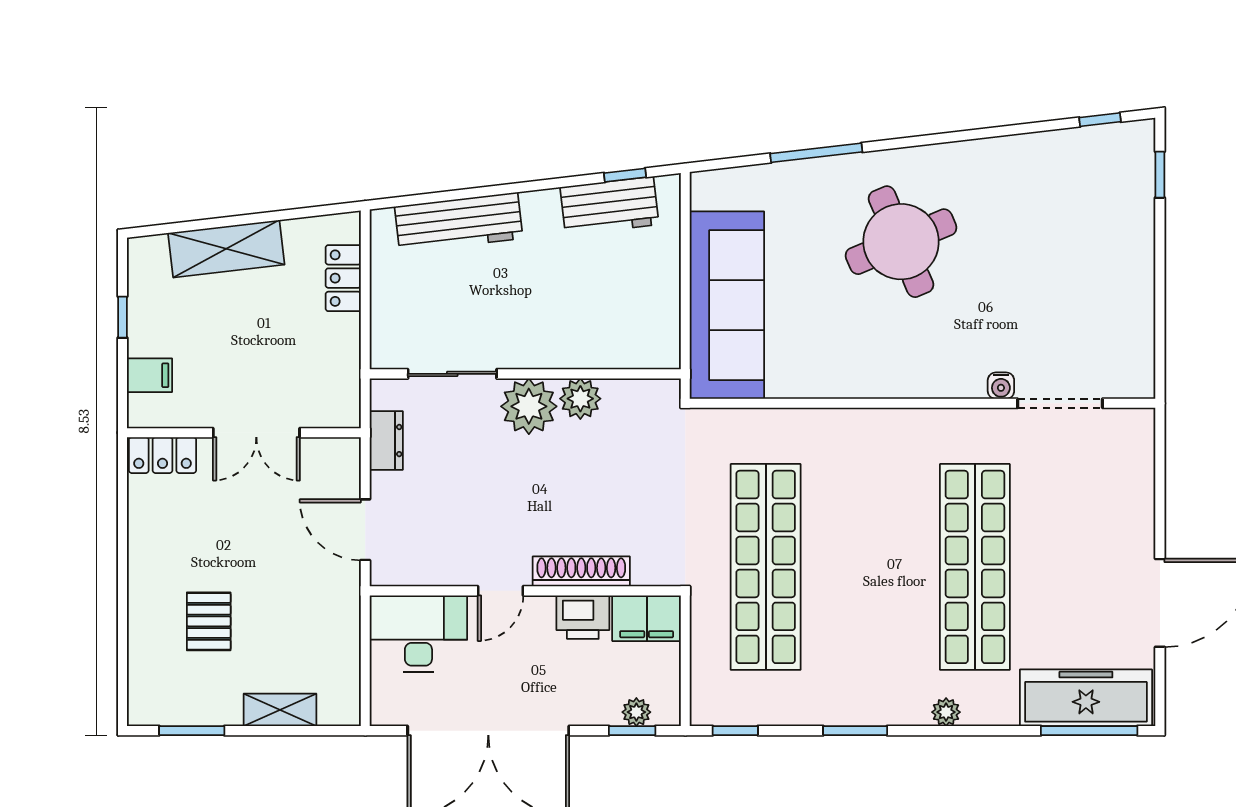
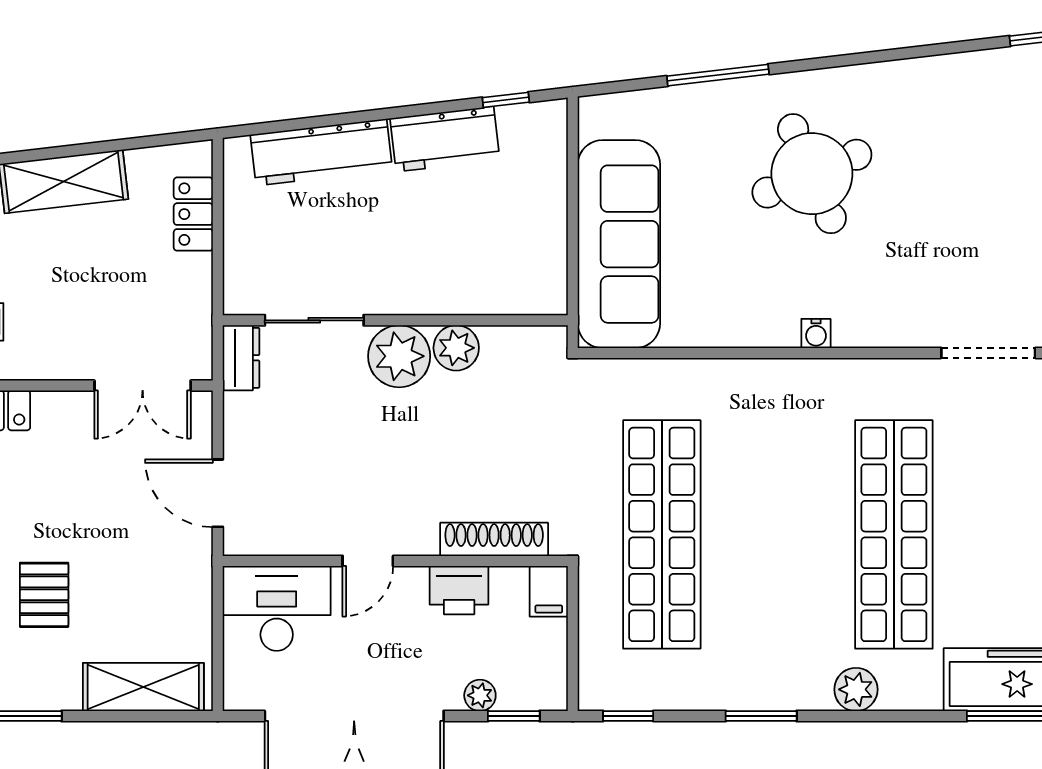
workbench: (609, 206) -> (445, 139), moved
water cooler: (1001, 386) -> (816, 333), moved
double door: (256, 433) -> (143, 386), moved
dresser: (386, 441) -> (241, 358), moved
shoe rack: (581, 571) -> (494, 539), moved
filing cabinet: (647, 618) -> (549, 591), width x0.50
shelving: (280, 710) -> (143, 687), width x1.50, depth x1.33
plant: (636, 712) -> (480, 695), moved
plant: (946, 712) -> (856, 689), width x1.38, depth x1.38

